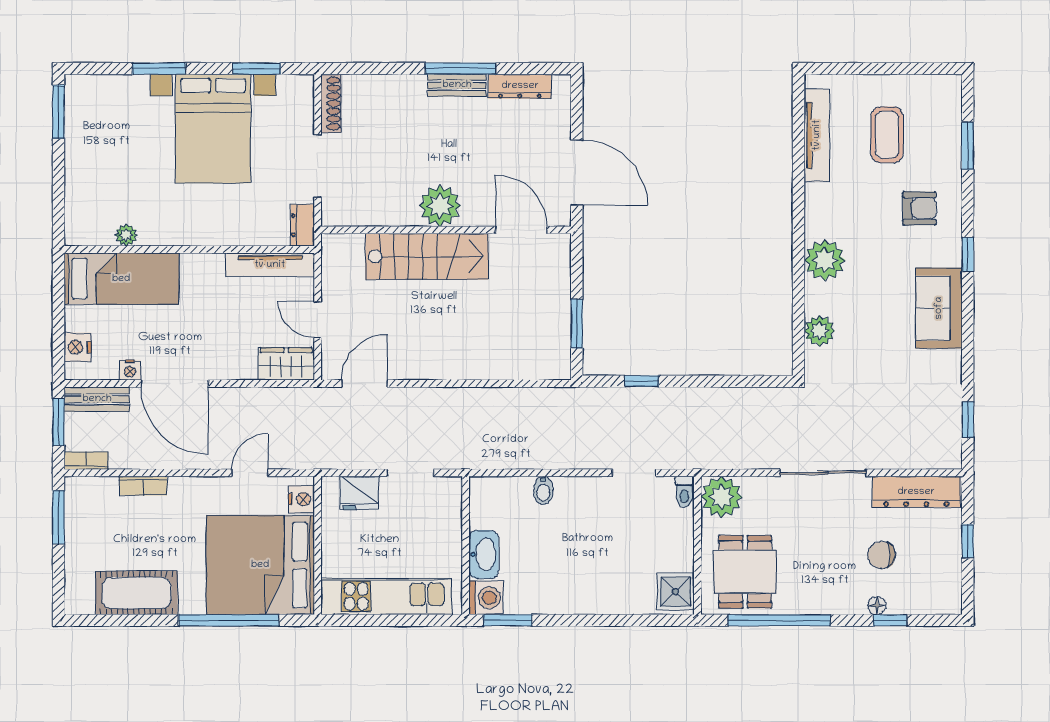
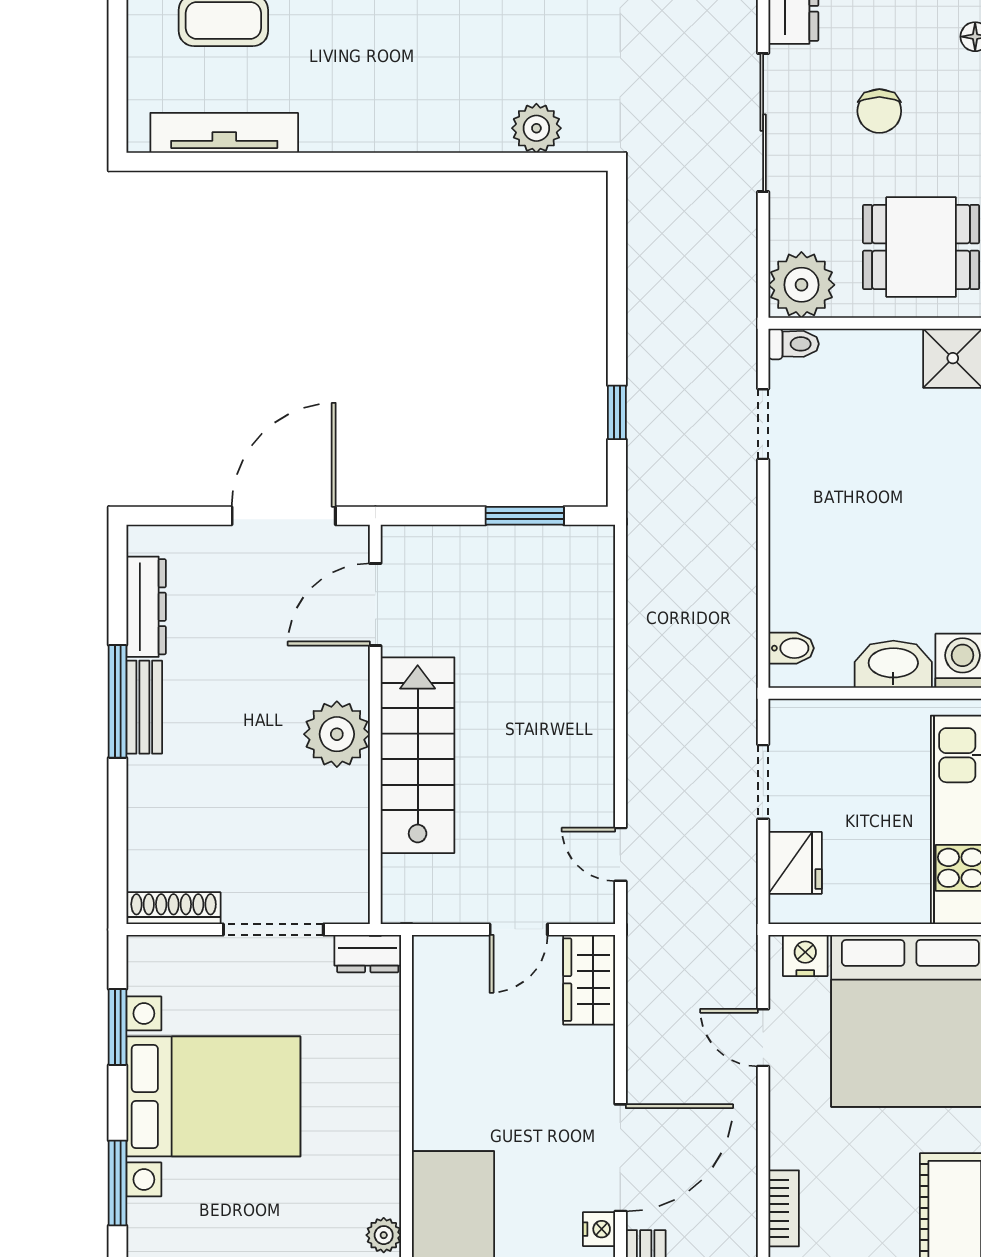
plant: (825, 260) -> (424, 120), removed
tv unit: (270, 265) -> (431, 1005), removed
door: (365, 383) -> (620, 854), width x0.73
bidet: (543, 490) -> (791, 648), moved
chair: (881, 555) -> (879, 111), moved

